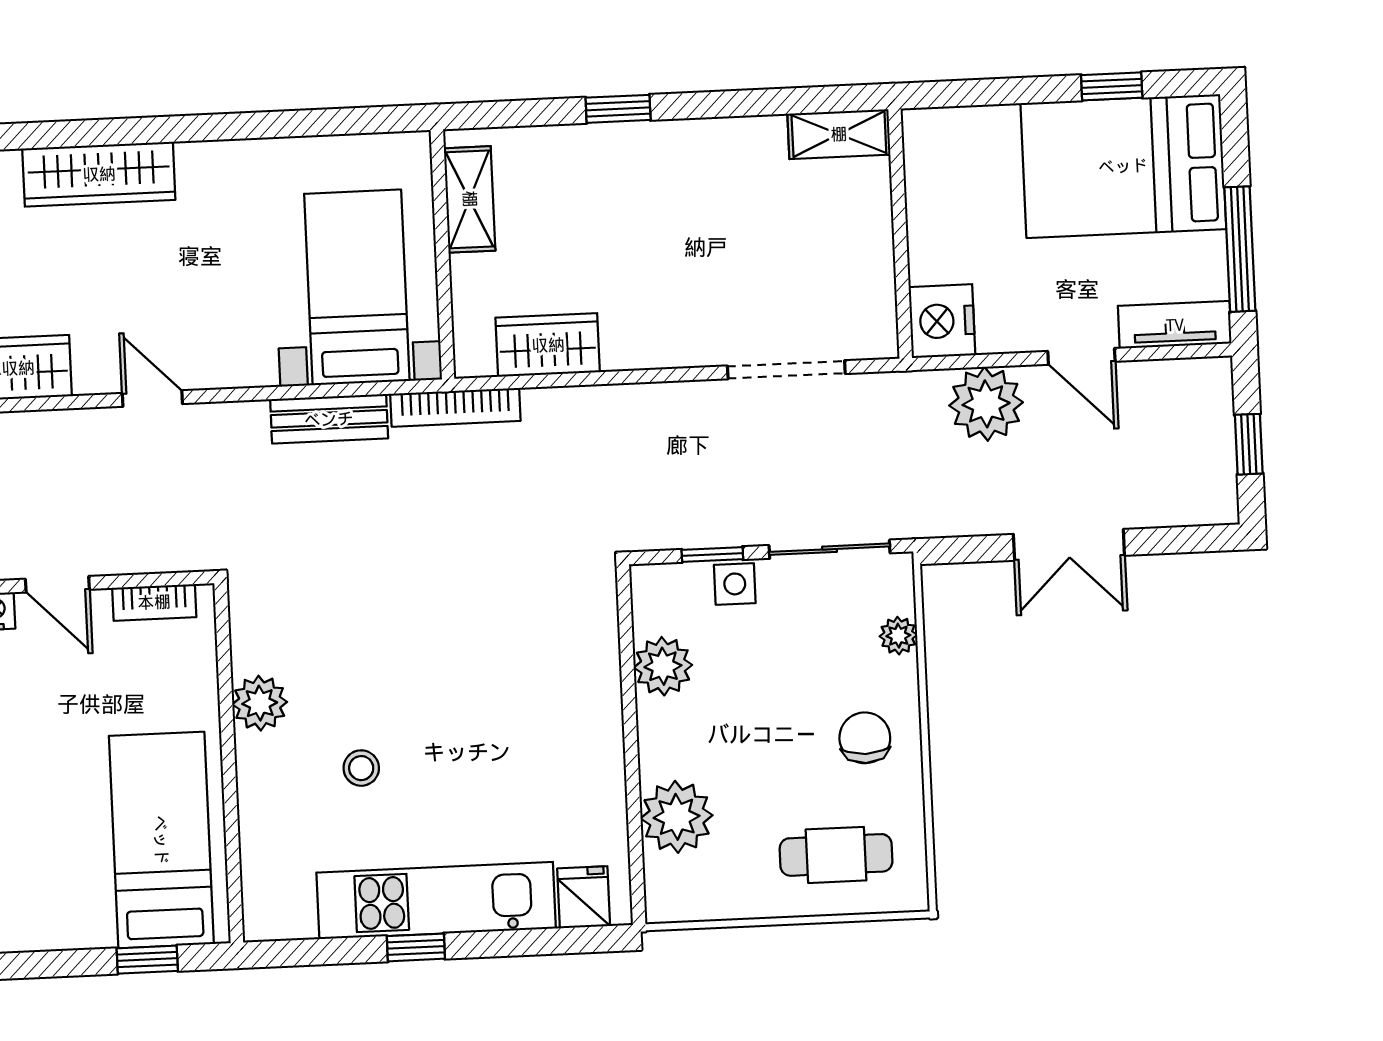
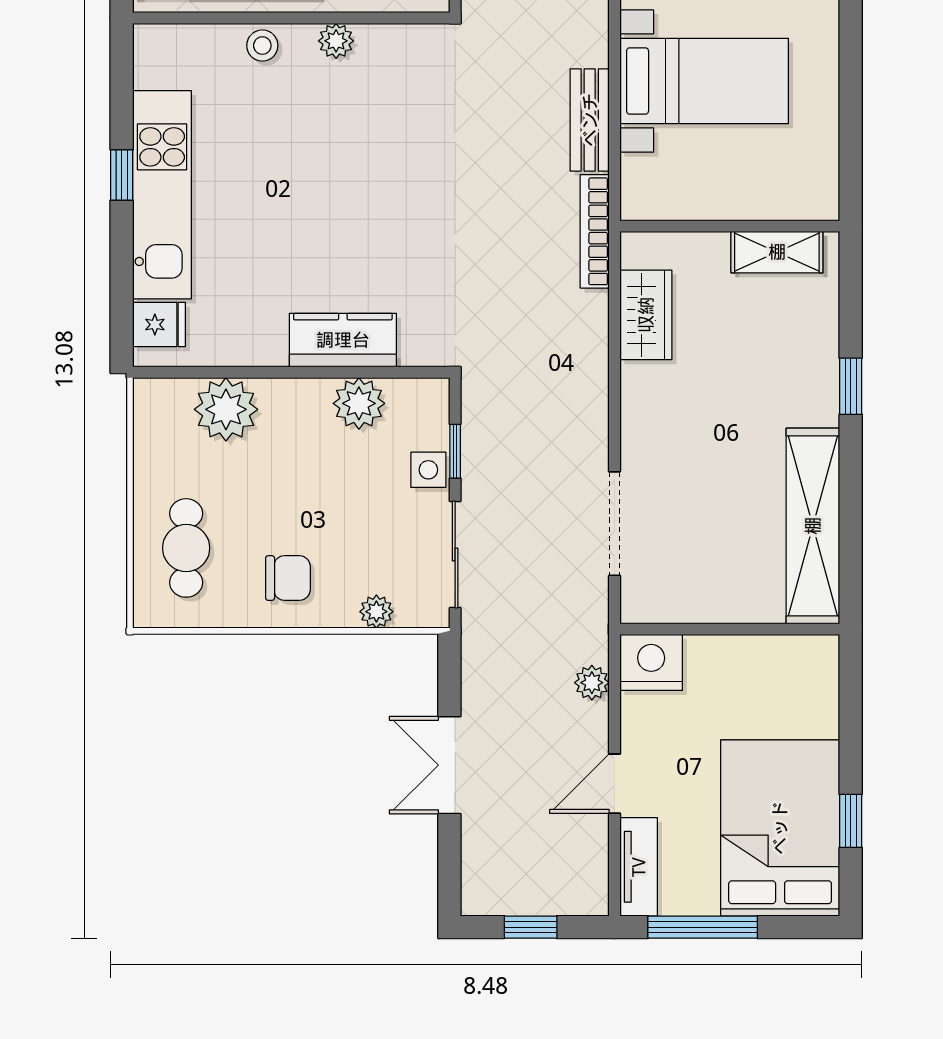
shelving: (839, 134) -> (813, 526), width x2.20, depth x1.33
bed with nightstands: (357, 287) -> (704, 81), moved
plant: (986, 404) -> (592, 683), width x0.53, depth x0.53
kitchen counter: (592, 688) -> (343, 340), added
plant: (260, 703) -> (336, 41), width x0.73, depth x0.73
stool: (361, 768) -> (262, 46), moved

